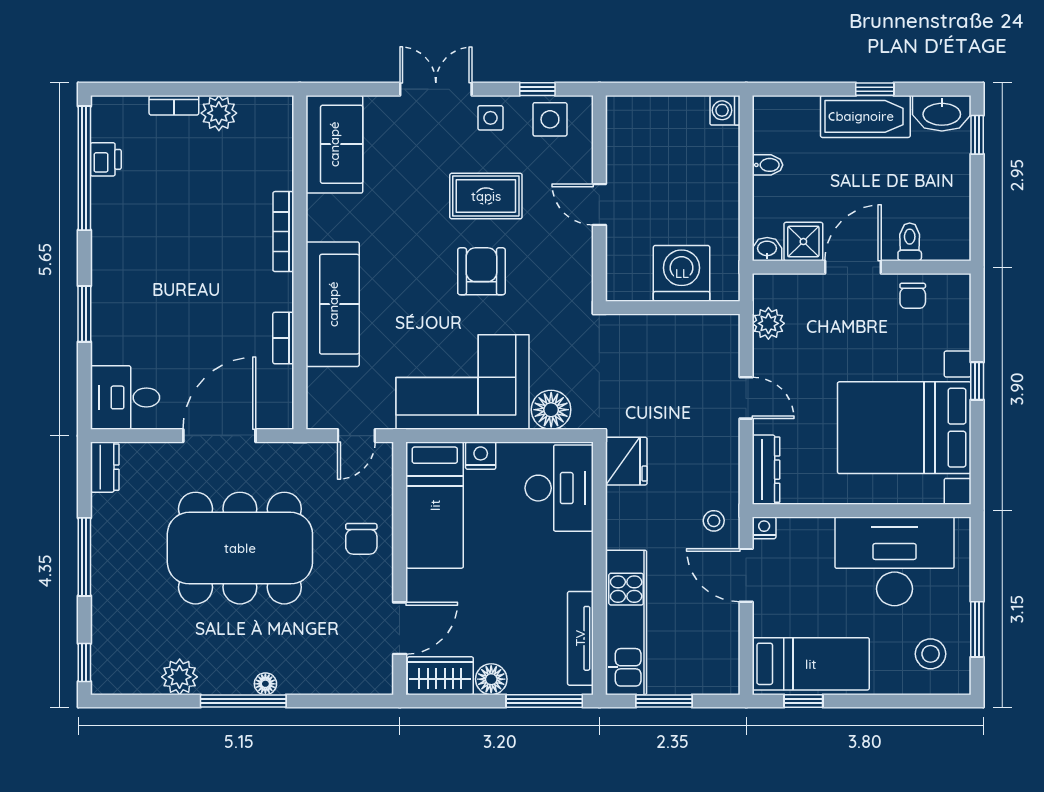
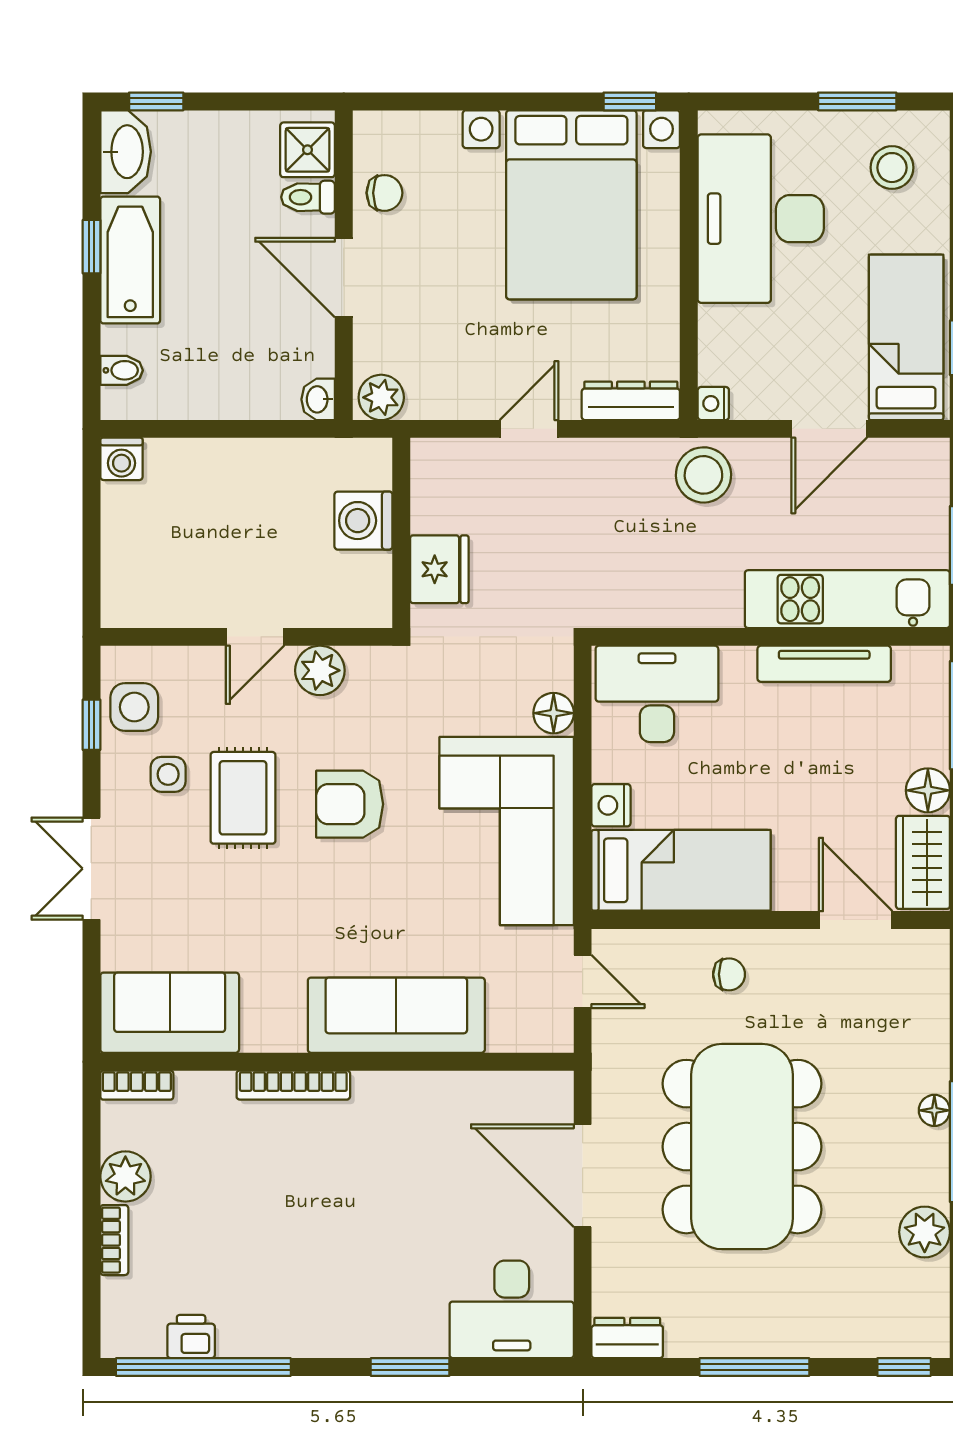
side table: (490, 118) -> (168, 774), moved
bidet: (767, 165) -> (122, 370), moved, turned 90
shower: (803, 242) -> (308, 150), moved
plant: (576, 250) -> (320, 670), added
washing machine: (682, 273) -> (363, 521), width x0.73, depth x0.73
plant: (768, 323) -> (381, 397), moved
bookcase: (283, 338) -> (137, 1085), moved
window: (977, 381) -> (630, 101), moved
desk: (125, 397) -> (512, 1309), width x1.37
floor lamp: (551, 410) -> (554, 713), width x0.73, depth x0.73
fridge: (626, 461) -> (439, 569), moved, turned 90
stool: (714, 521) -> (703, 475), width x1.89, depth x1.89
chair: (361, 539) -> (729, 974), width x0.73, depth x0.73
door: (746, 575) -> (829, 429), moved
tv unit: (580, 638) -> (824, 664), moved

